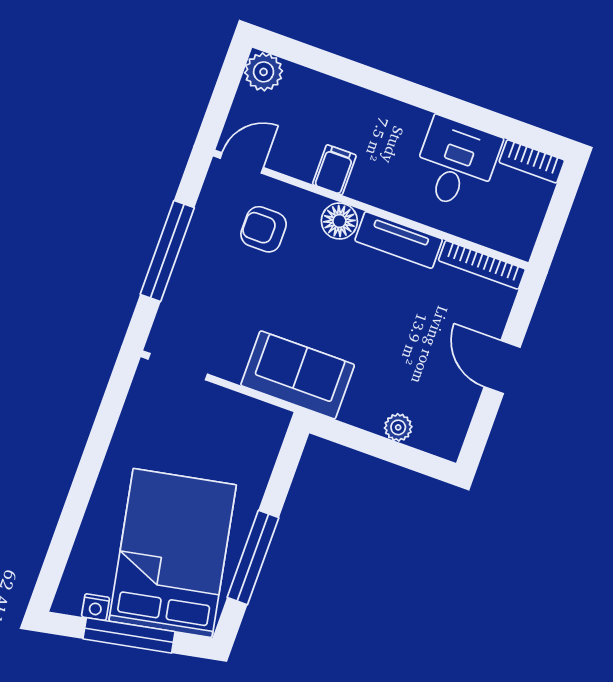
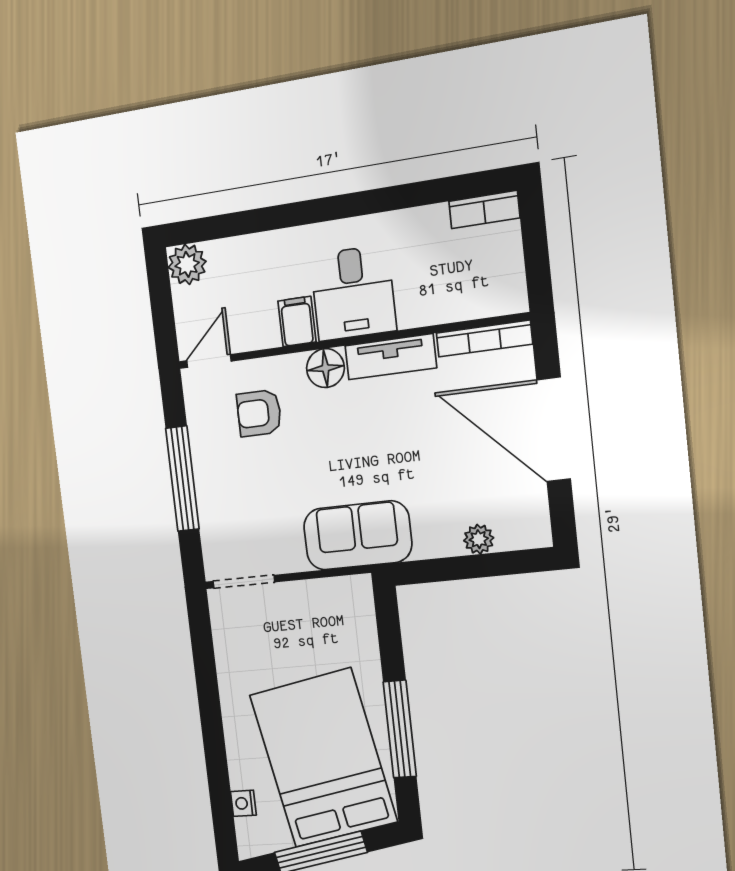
desk: (456, 163) -> (353, 293), moved, turned 180
door: (502, 367) -> (554, 429), width x1.87
nightstand: (96, 607) -> (243, 803), moved, turned 101

